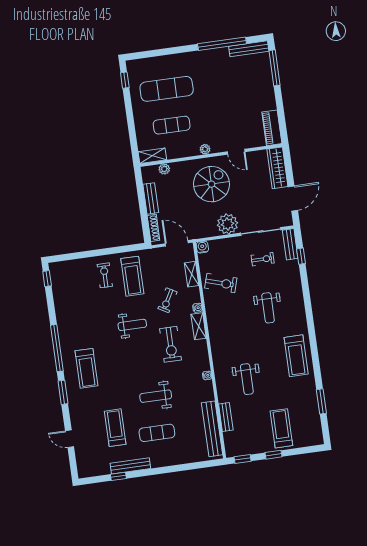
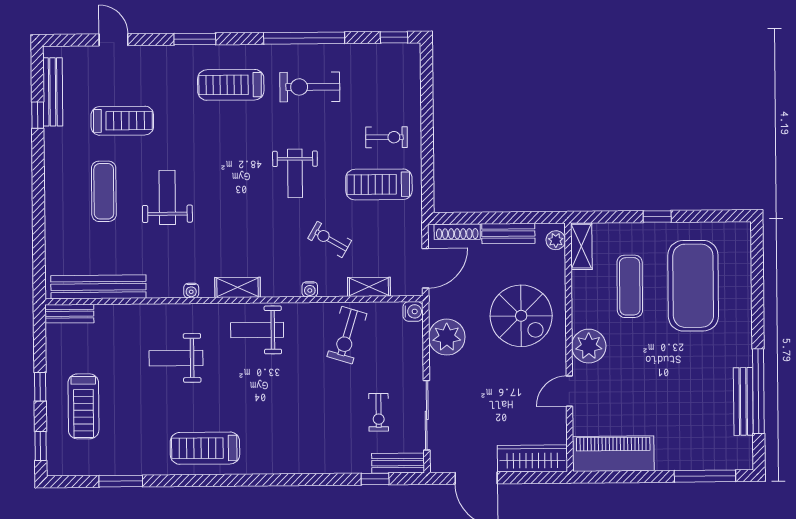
bench: (249, 49) -> (743, 401), moved
window: (125, 80) -> (657, 217), moved
exercise mat: (167, 89) -> (693, 286), width x1.47
piano: (272, 128) -> (613, 454), width x1.37, depth x1.33
plant: (205, 149) -> (589, 346), width x1.88, depth x1.88
plant: (164, 169) -> (556, 240), moved
spiral stairs: (212, 184) -> (521, 316), moved
plant: (227, 224) -> (447, 337), moved
weight bench: (268, 308) -> (257, 330), moved
shelving: (199, 326) -> (238, 287), moved
exercise bike: (170, 344) -> (310, 87), moved
window: (57, 348) -> (304, 38), moved
bench: (226, 417) -> (69, 314), moved
treadmill: (281, 428) -> (83, 406), turned 90
door: (70, 439) -> (114, 40), hinge flipped
window: (243, 459) -> (41, 446), moved
bench: (130, 466) -> (53, 92), moved

